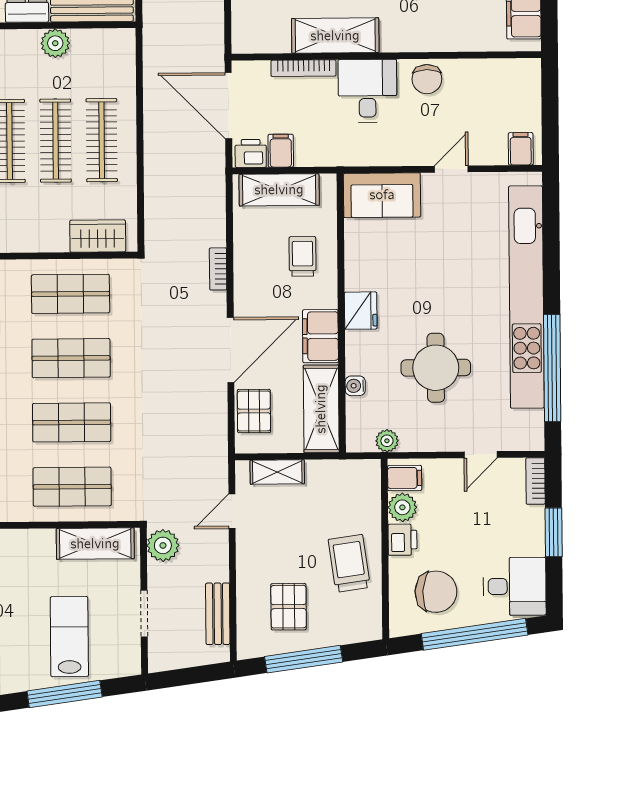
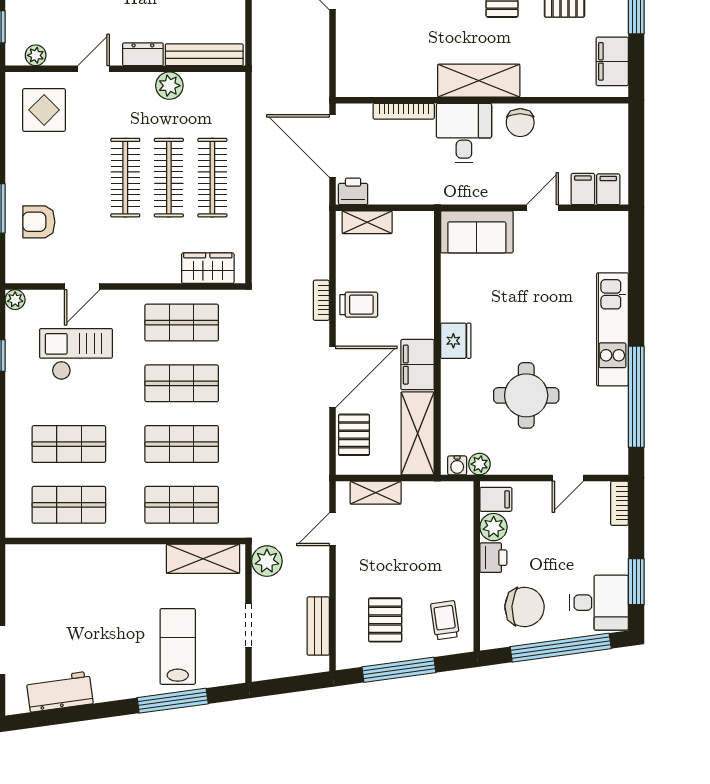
shelving: (335, 36) -> (479, 81), moved
filing cabinet: (281, 151) -> (583, 189), moved
shelving: (279, 190) -> (367, 222), width x0.67, depth x0.75
trolley: (303, 256) -> (359, 305), moved, turned 90
kitchen unit: (526, 297) -> (612, 329), width x0.54
water cooler: (355, 386) -> (457, 465), moved, turned -90
window: (554, 532) -> (636, 582), moved
trolley: (349, 563) -> (445, 620), moved, width x0.73, depth x0.72

